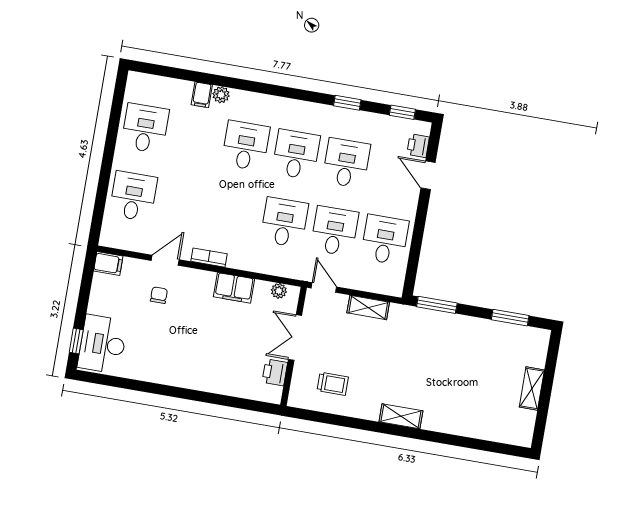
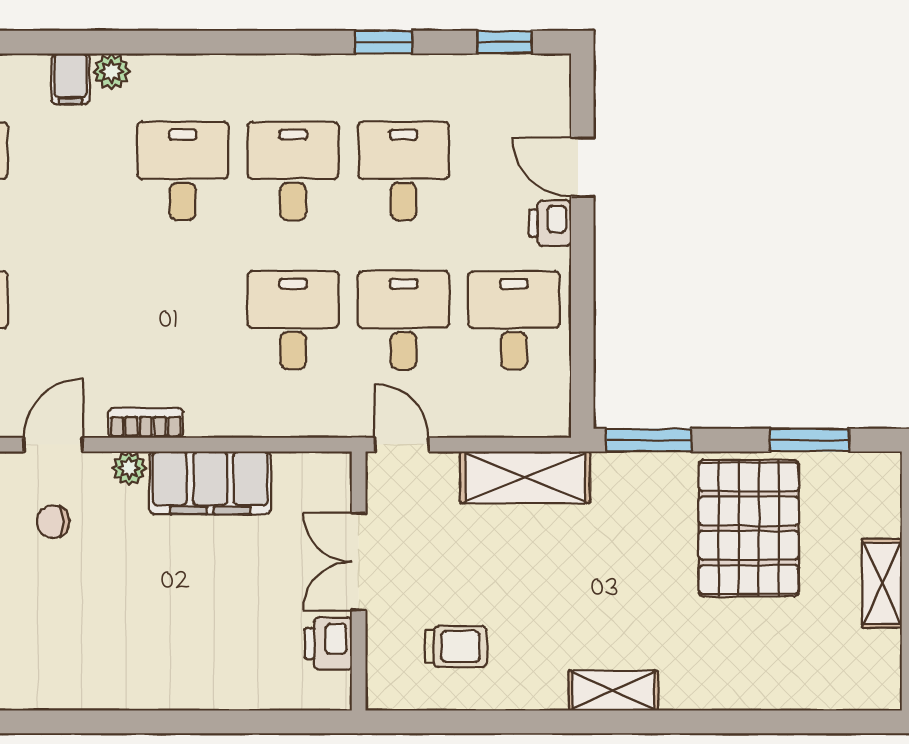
printer: (418, 146) -> (550, 223), moved
filing cabinet: (234, 288) -> (210, 483), width x1.50, depth x1.17
plant: (279, 291) -> (129, 468), moved
chair: (159, 295) -> (53, 522), turned -90
shelving: (368, 308) -> (525, 477), width x1.50, depth x1.33
pallet: (475, 353) -> (749, 528), added

